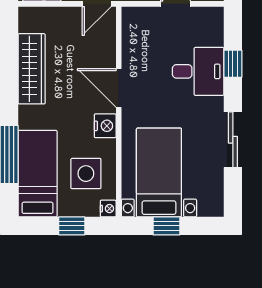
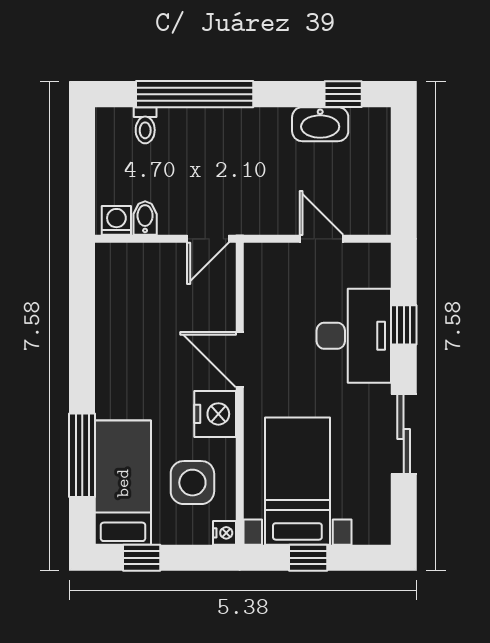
wardrobe: (32, 69) -> (114, 332), removed
desk: (198, 71) -> (354, 336), width x1.37
nightstand: (105, 126) -> (215, 414), width x1.36, depth x1.33
window: (72, 226) -> (142, 558), moved

